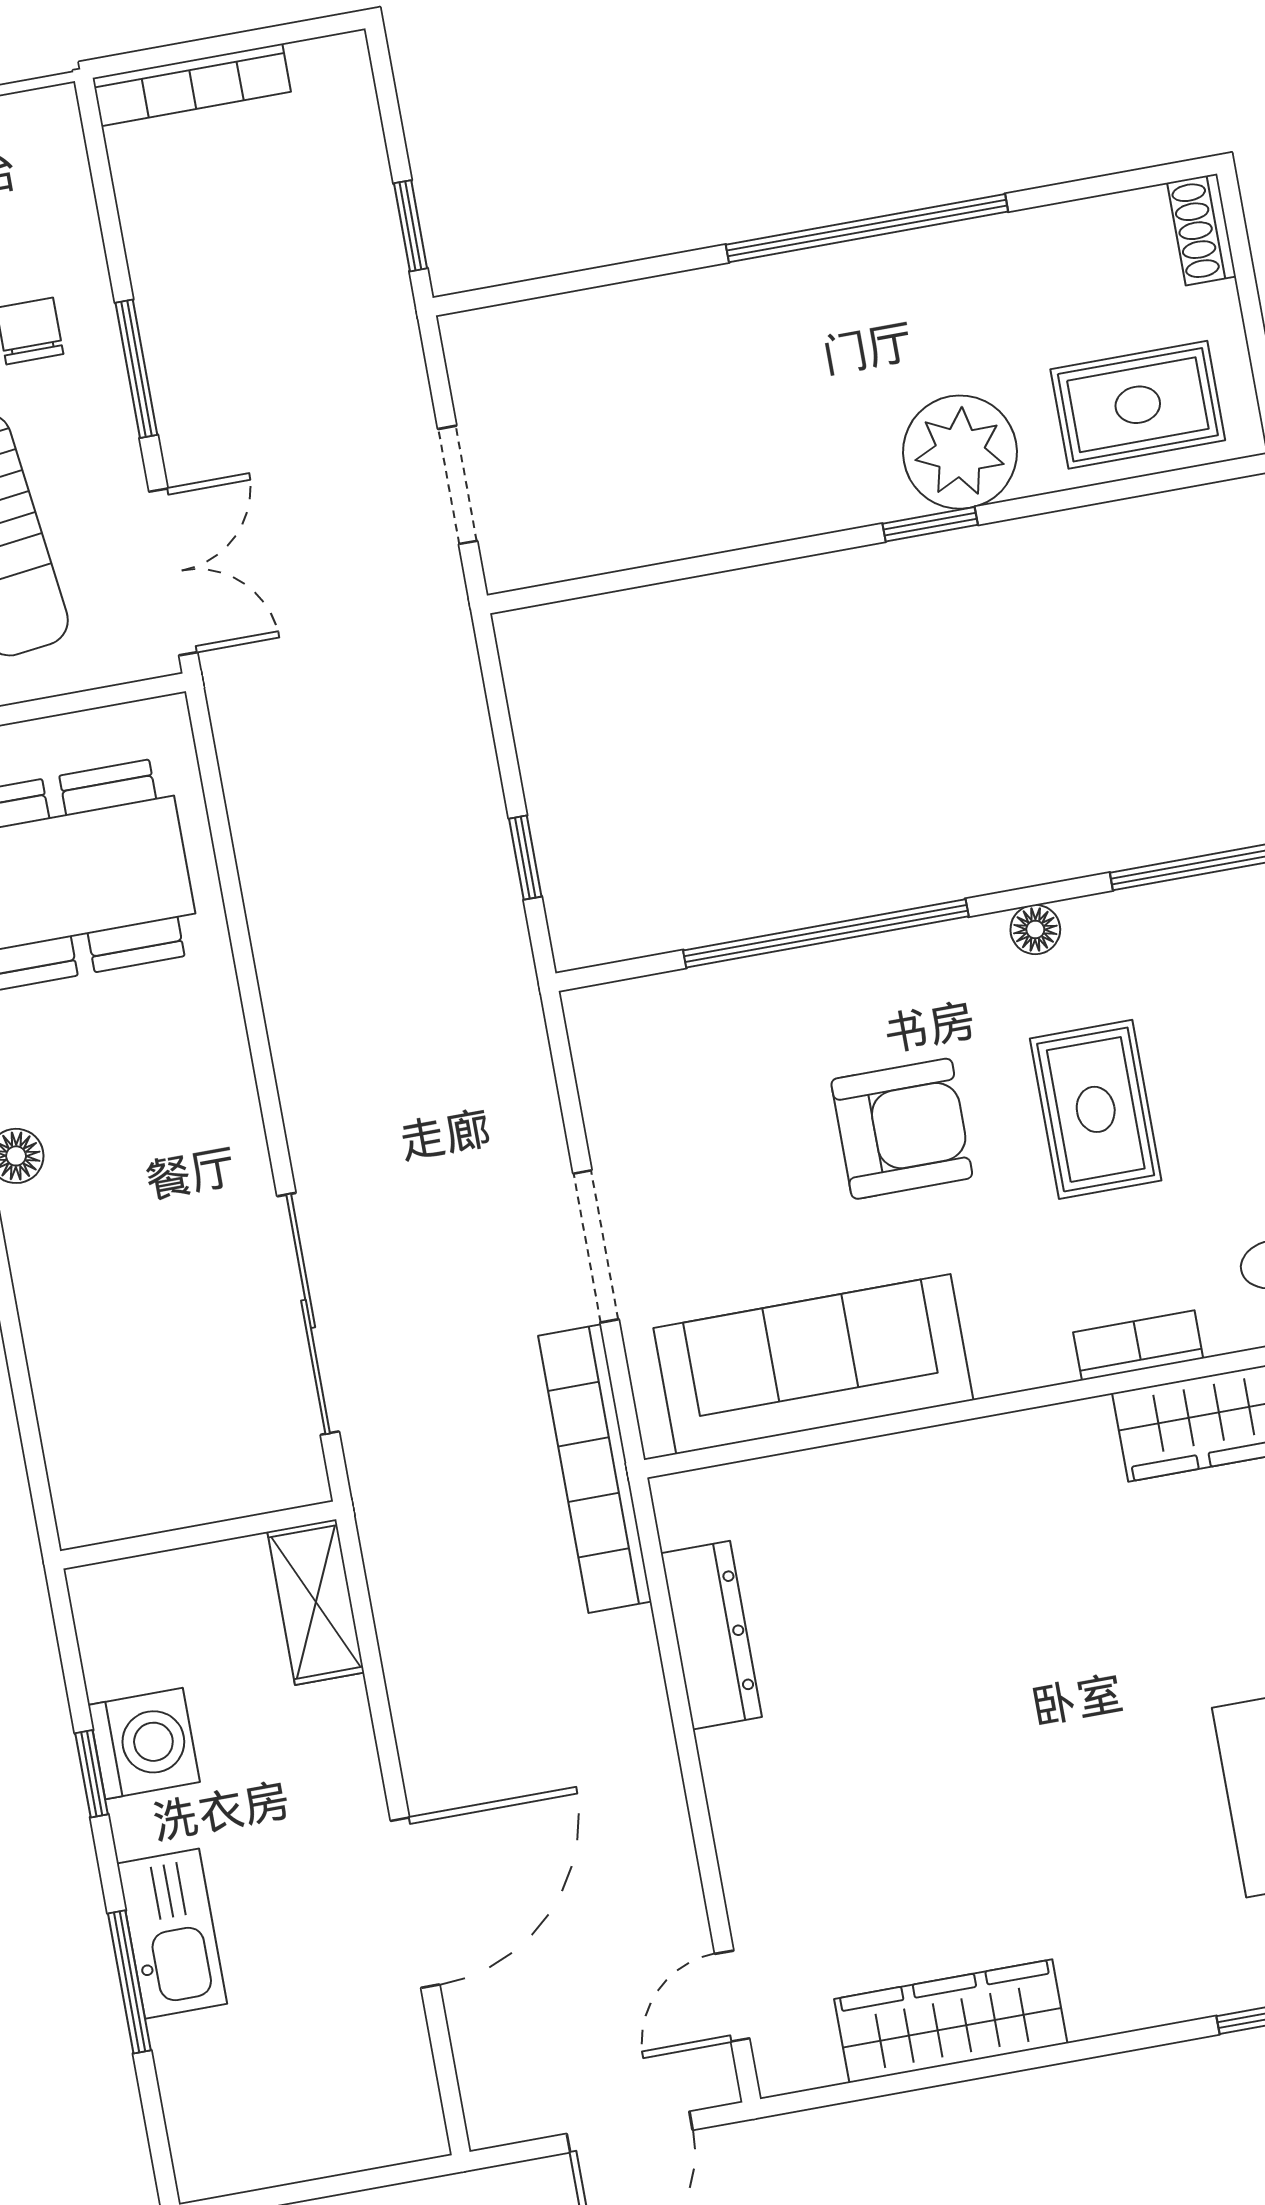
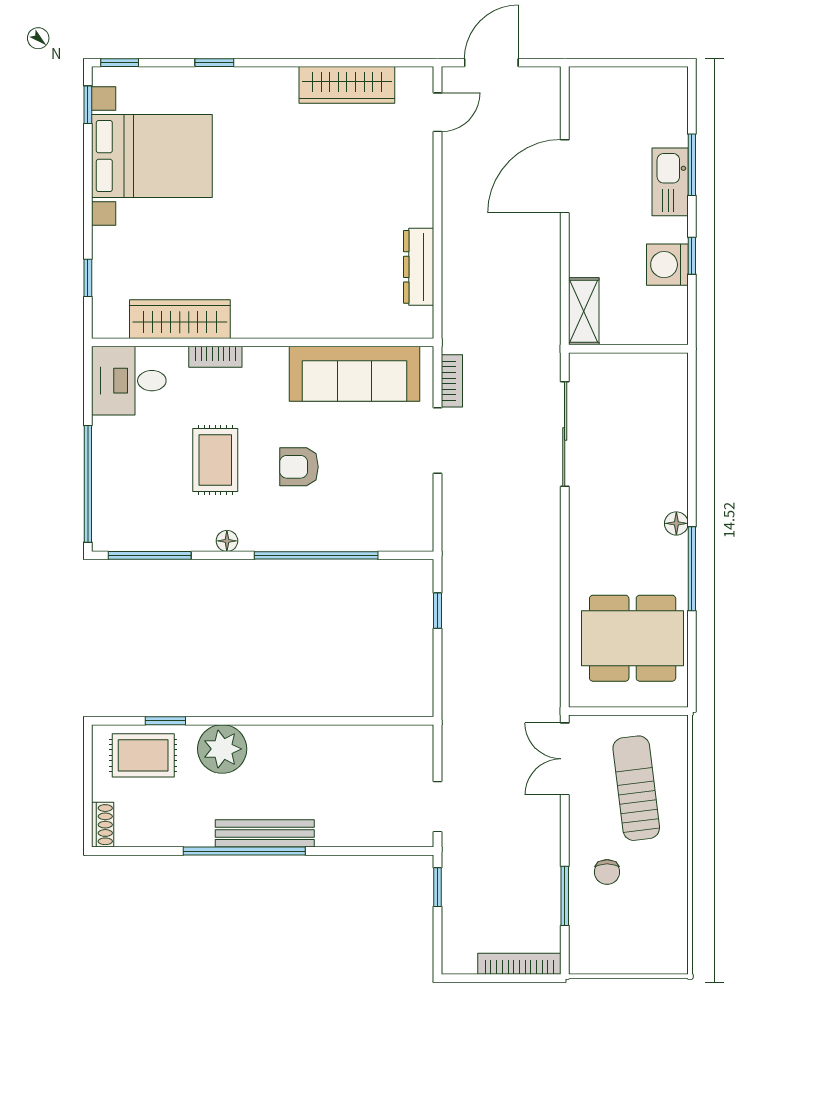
bench: (828, 277) -> (265, 833), added
window: (136, 369) -> (565, 896), moved
doorway: (458, 485) -> (438, 807), moved
window: (930, 524) -> (165, 721), moved
armchair: (902, 1129) -> (299, 467), width x0.72, depth x0.72
bookcase: (595, 1469) -> (452, 381), width x0.43, depth x0.76

